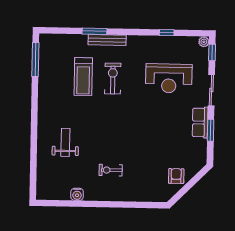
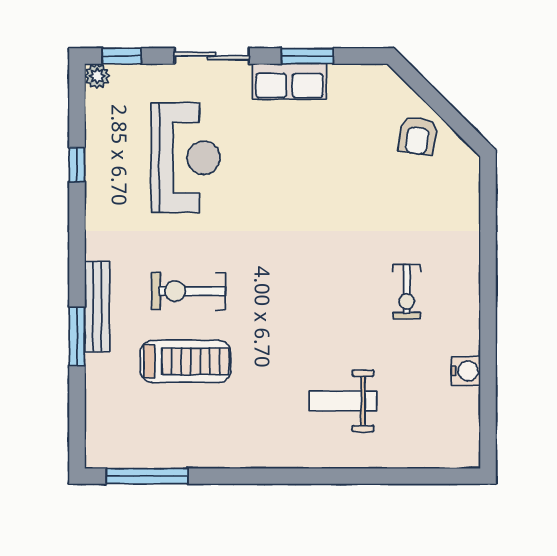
armchair: (176, 176) -> (418, 136), turned -82

